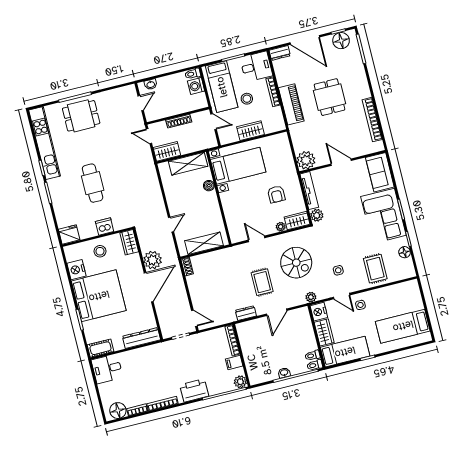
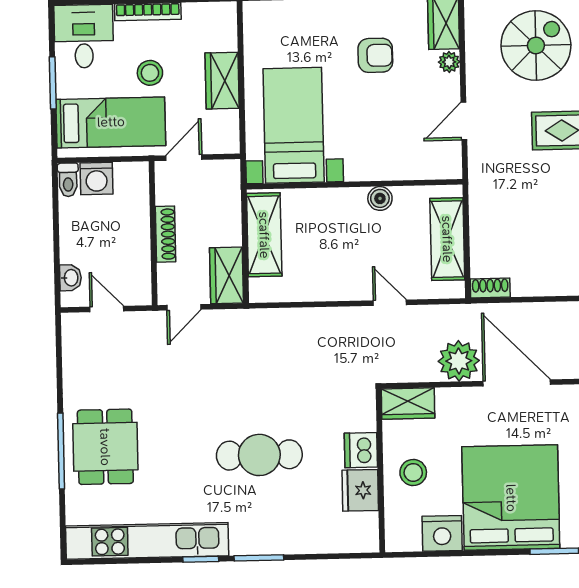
boiler: (209, 186) -> (380, 198), moved
fridge: (69, 235) -> (360, 490), moved

